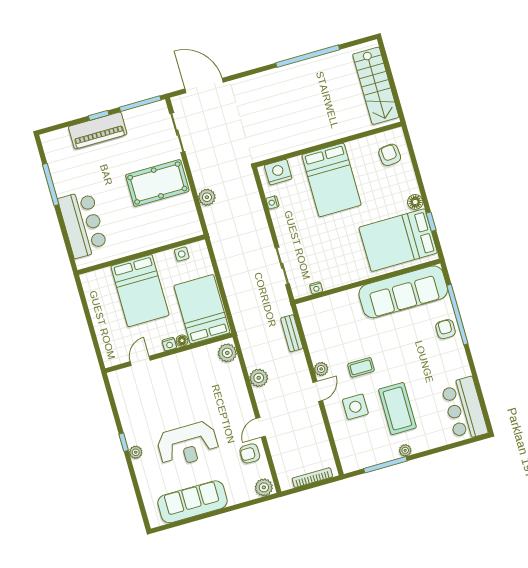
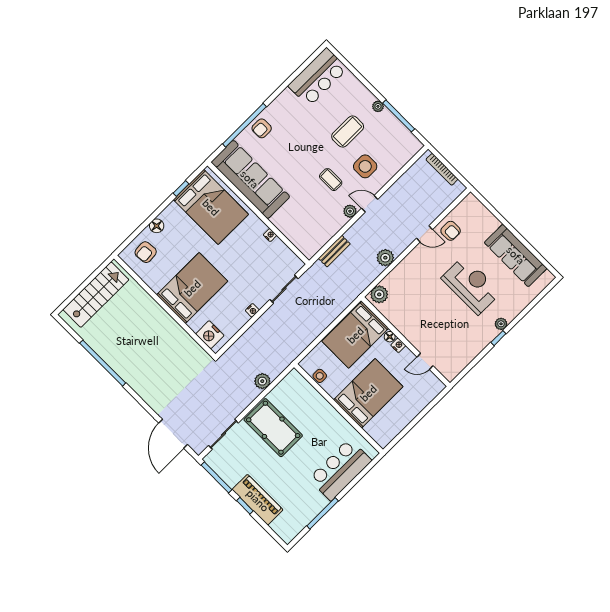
nightstand: (272, 202) -> (252, 310), moved
floor lamp: (415, 202) -> (157, 226), moved
nightstand: (316, 288) -> (270, 235), moved
coffee table: (397, 409) -> (348, 131), width x0.73, depth x0.76
plant: (264, 487) -> (472, 204), removed

